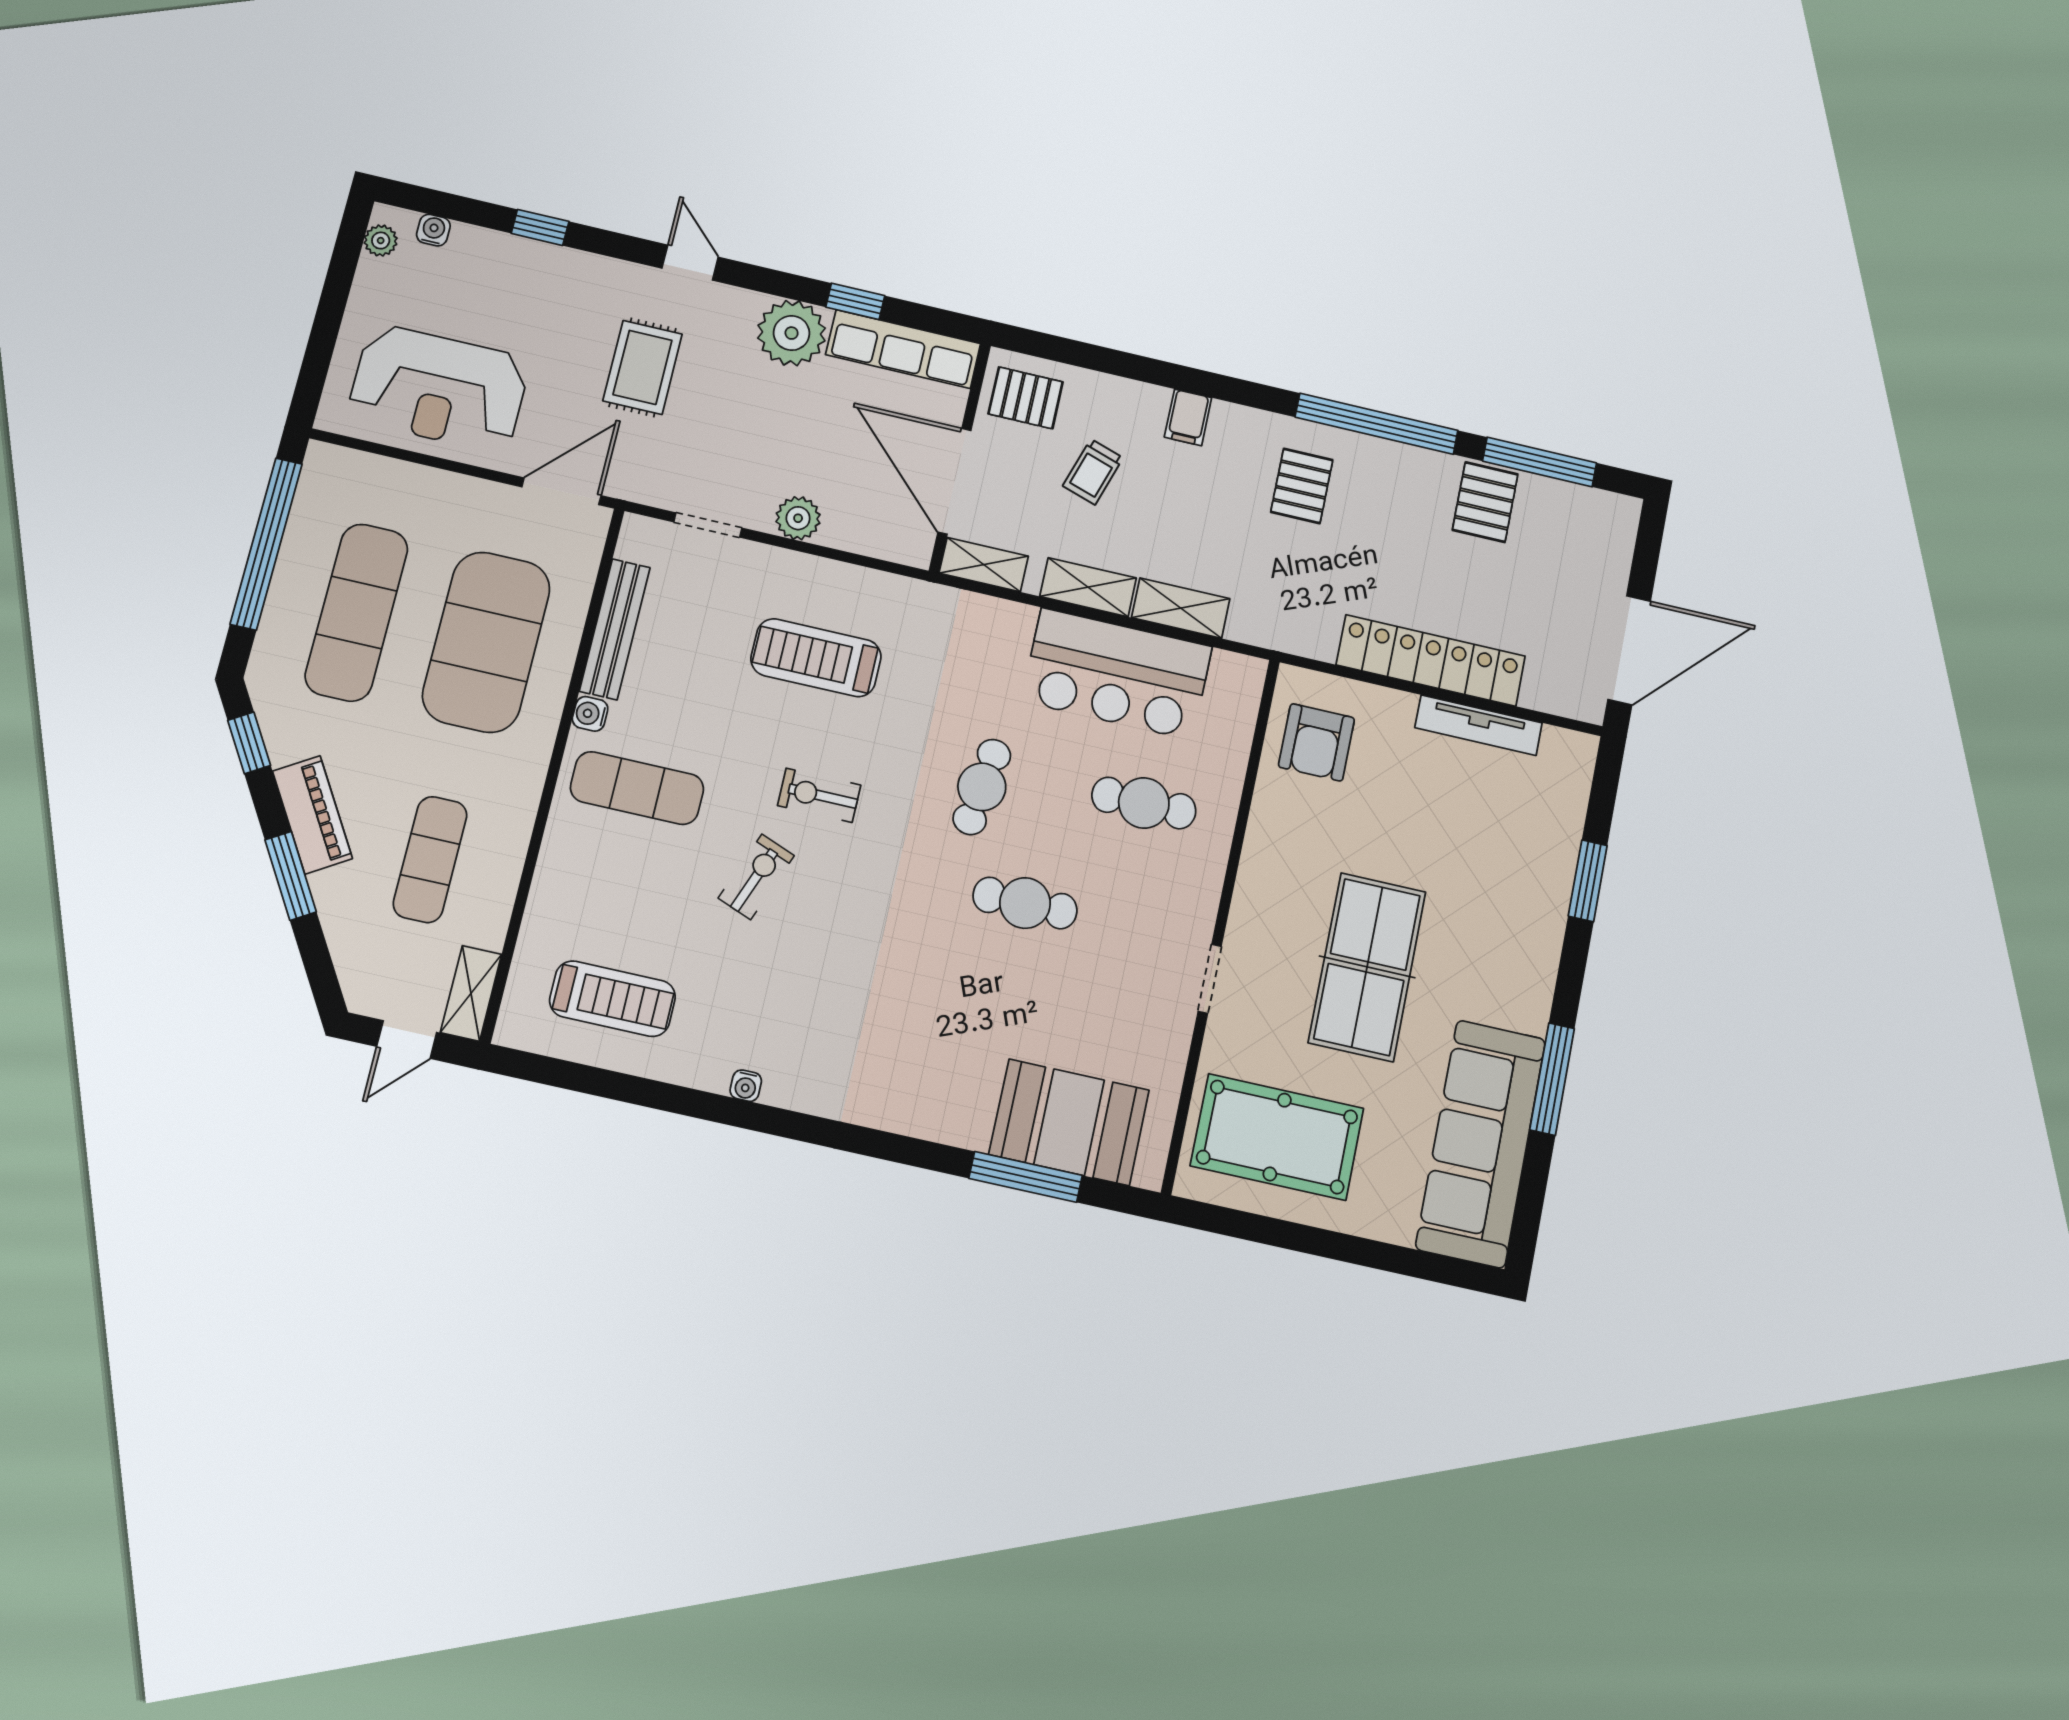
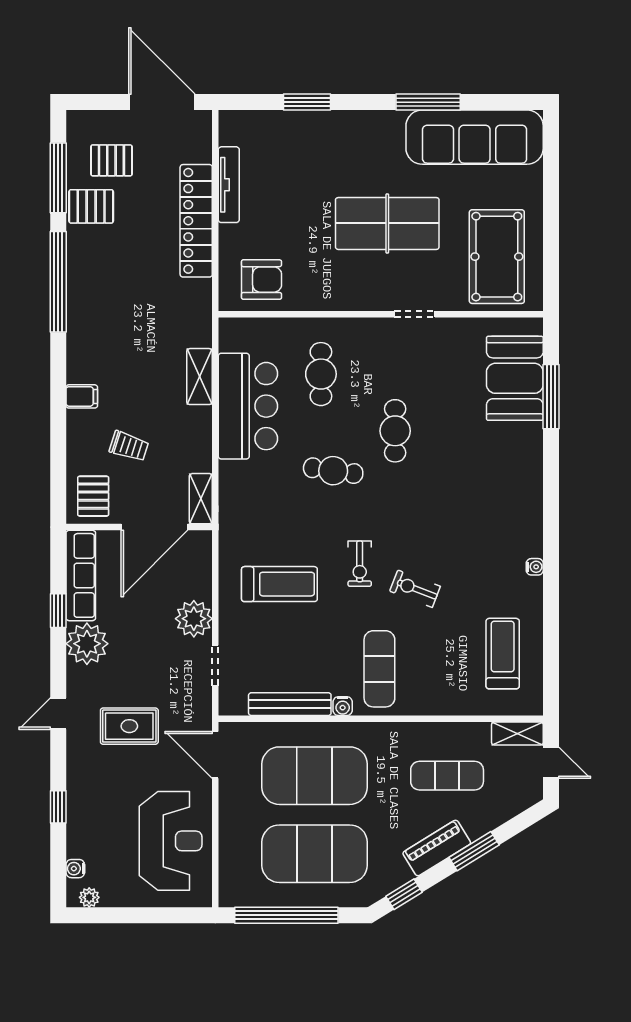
pallet: (1302, 486) -> (111, 160), moved
plant: (798, 518) -> (194, 619), width x1.36, depth x1.36
shelving: (1088, 587) -> (200, 434), removed
exercise mat: (357, 612) -> (315, 854), width x1.47
treadmill: (816, 658) -> (279, 584), turned -90

